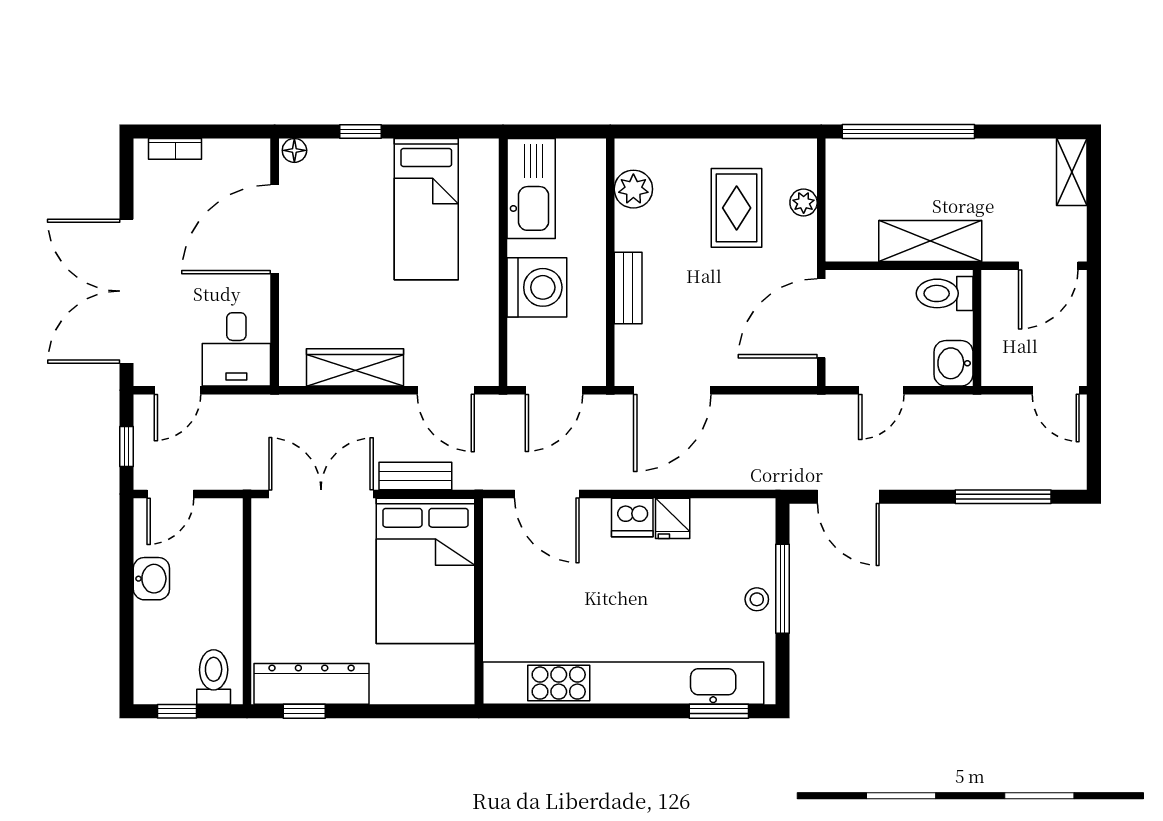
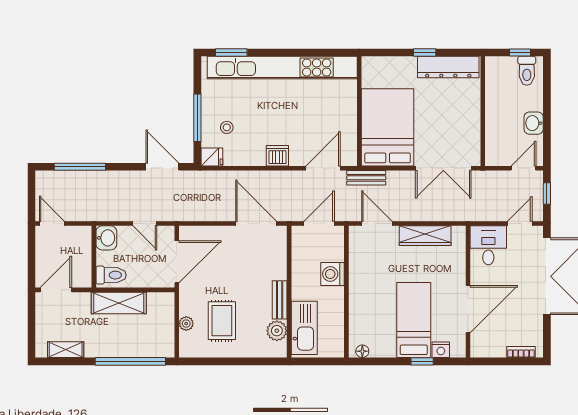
floor lamp: (294, 150) -> (362, 351), moved
nightstand: (326, 153) -> (441, 350), added
shelving: (1072, 172) -> (66, 350), moved, turned 90
kitchen sink: (531, 188) -> (304, 328), moved, turned 180
bed: (426, 209) -> (414, 320), moved
washing machine: (537, 287) -> (333, 274), width x0.73, depth x0.73
bench: (628, 288) -> (280, 300), moved
door: (672, 390) -> (256, 224), hinge flipped
door: (881, 390) -> (145, 224), swing flipped
bench: (415, 476) -> (366, 178), moved
door: (547, 494) -> (323, 168), hinge flipped
fridge: (673, 518) -> (212, 157), moved, turned 90
stool: (757, 599) -> (227, 127), moved
toilet: (214, 677) -> (527, 71), moved
window: (304, 711) -> (425, 52), moved

